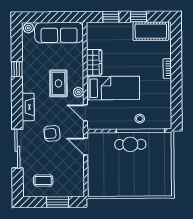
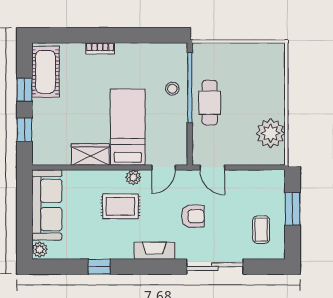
armchair: (52, 133) -> (193, 216), turned -85
door: (86, 147) -> (212, 168), hinge flipped
plant: (109, 187) -> (271, 133), added

